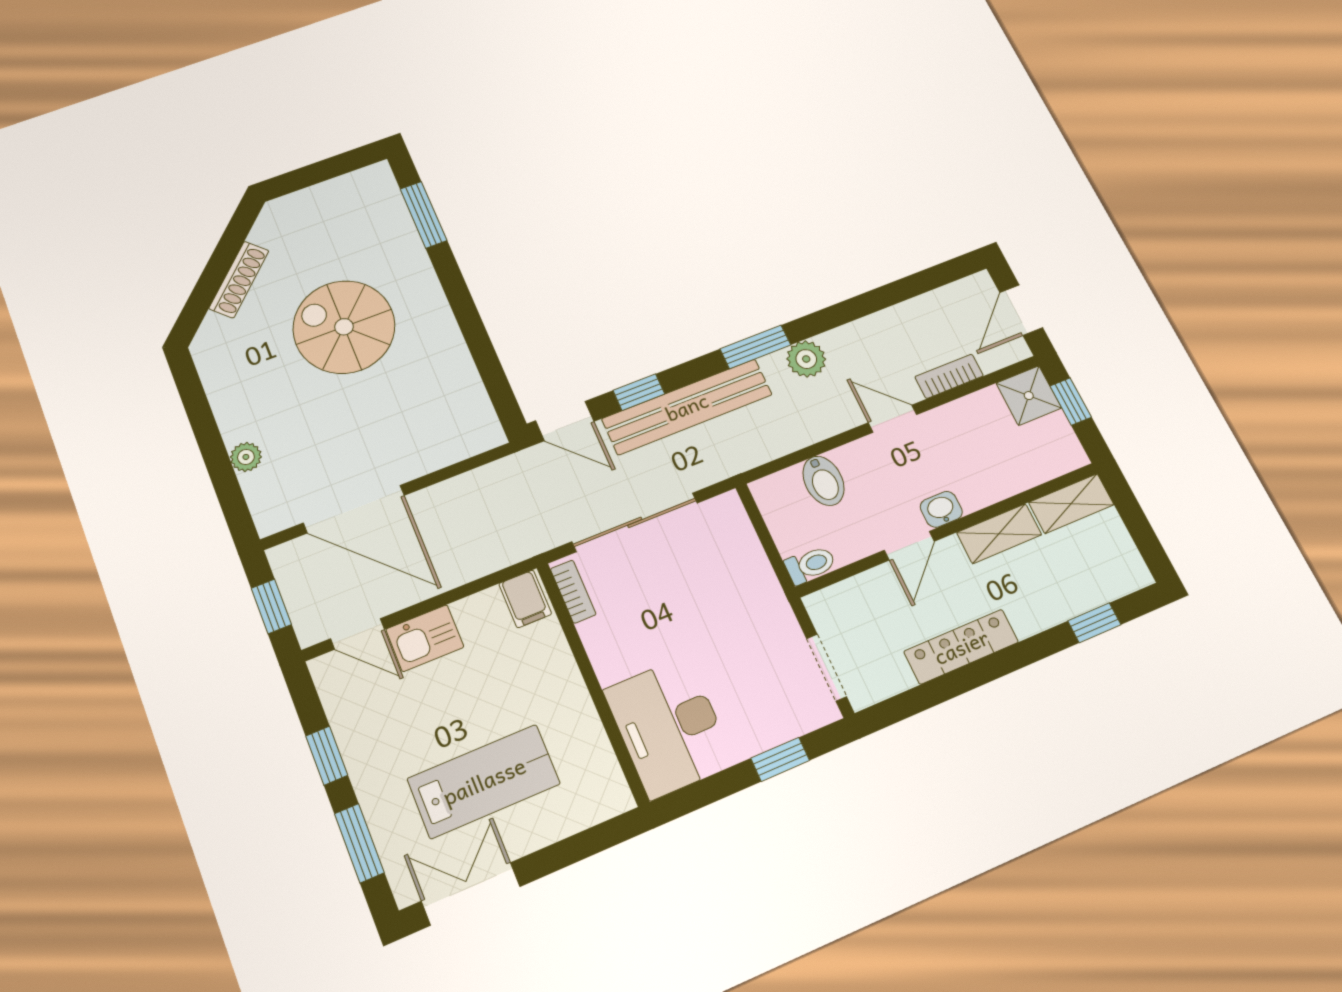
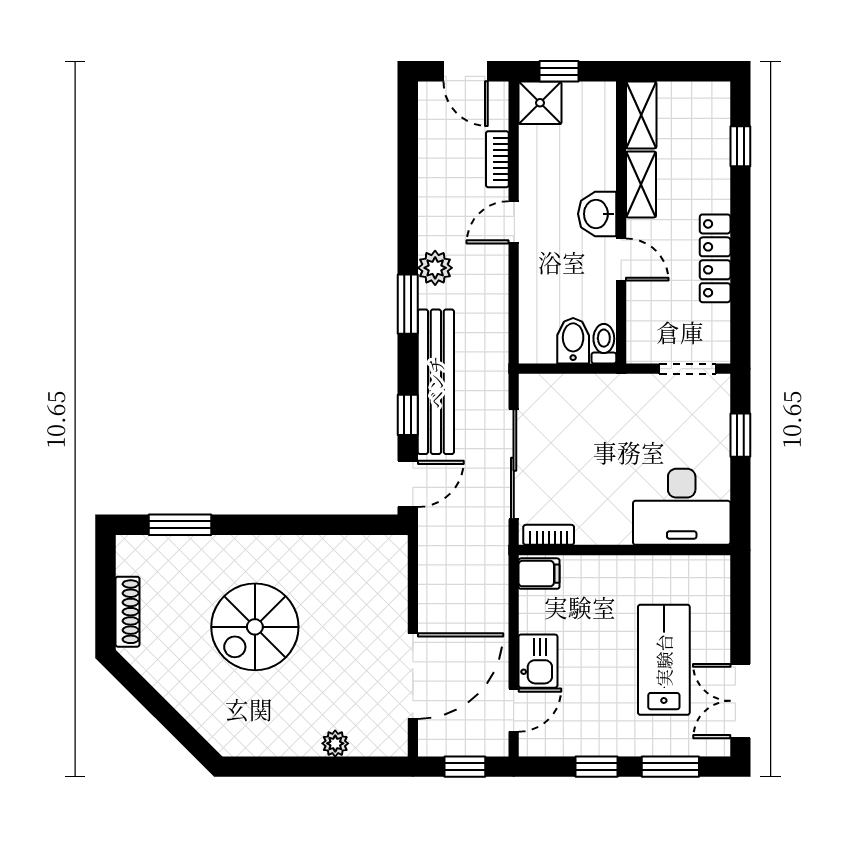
shoe rack: (239, 280) -> (127, 612), moved, turned 45
bidet: (823, 481) -> (573, 341), moved, turned -90
washbasin: (941, 509) -> (597, 214), width x1.38, depth x1.45

